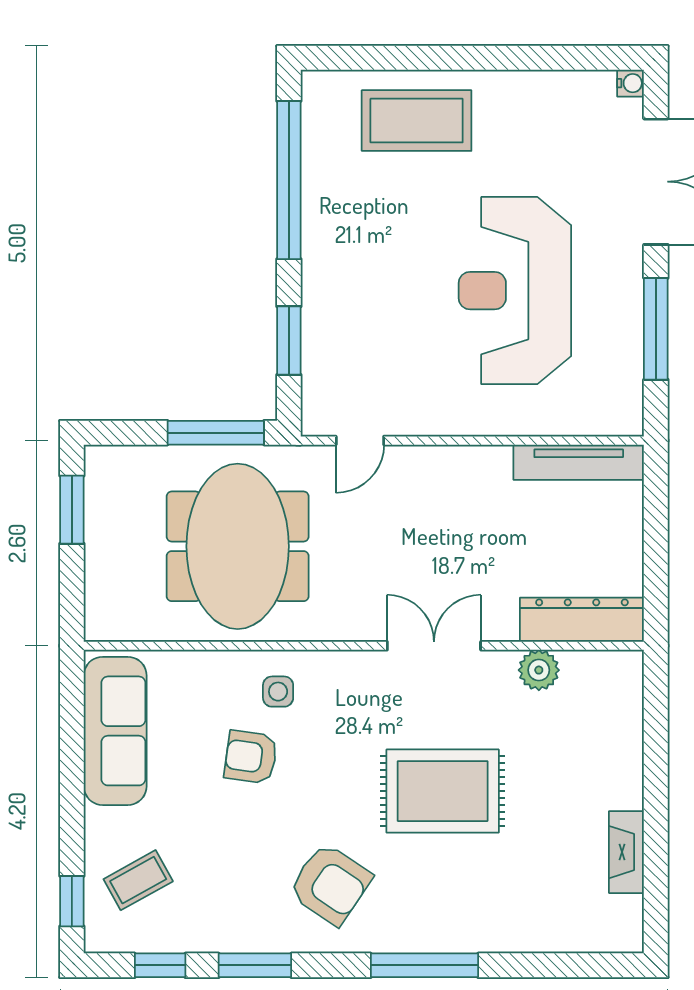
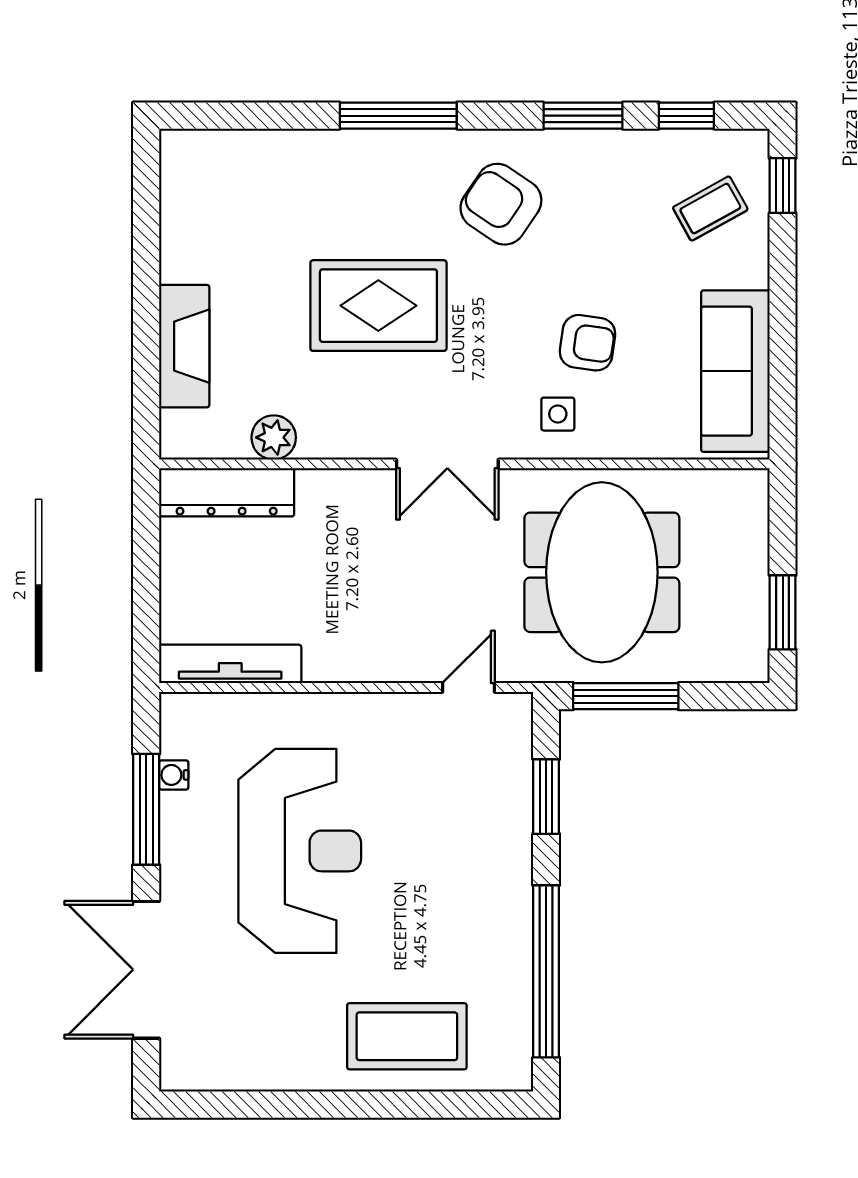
water cooler: (631, 83) -> (174, 775), moved
double door: (434, 646) -> (447, 464), moved
fireplace: (626, 852) -> (184, 346), moved, width x1.37, depth x1.32

